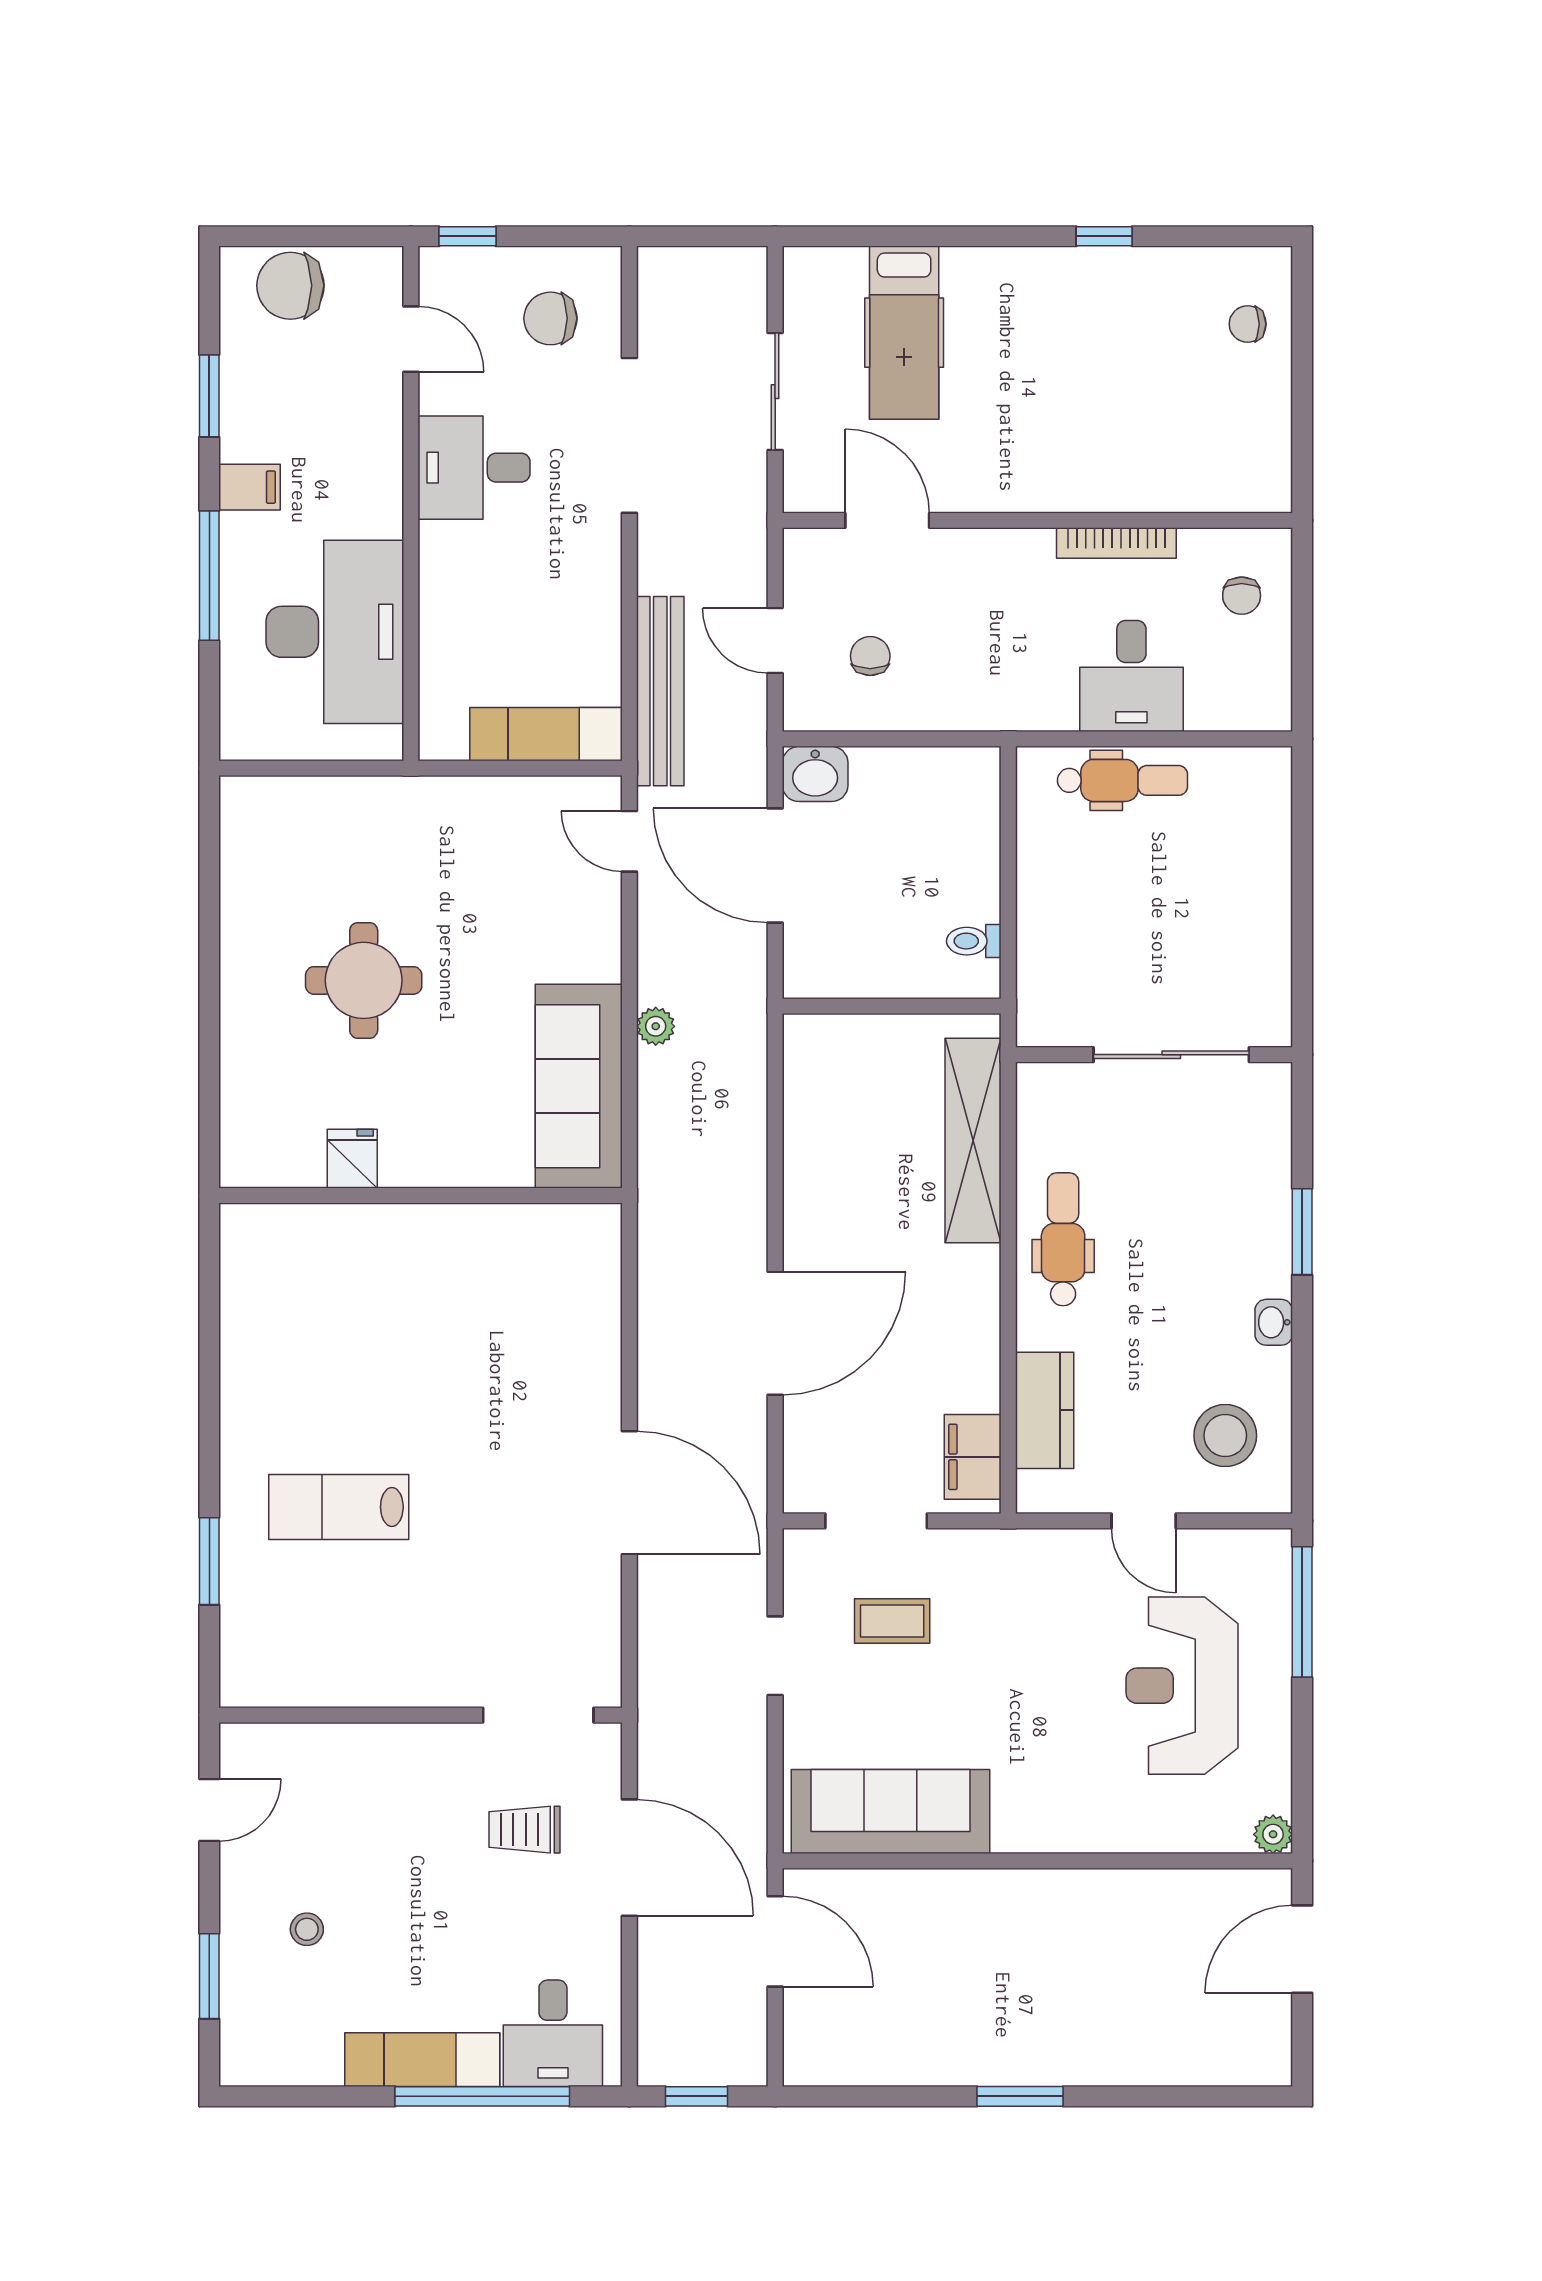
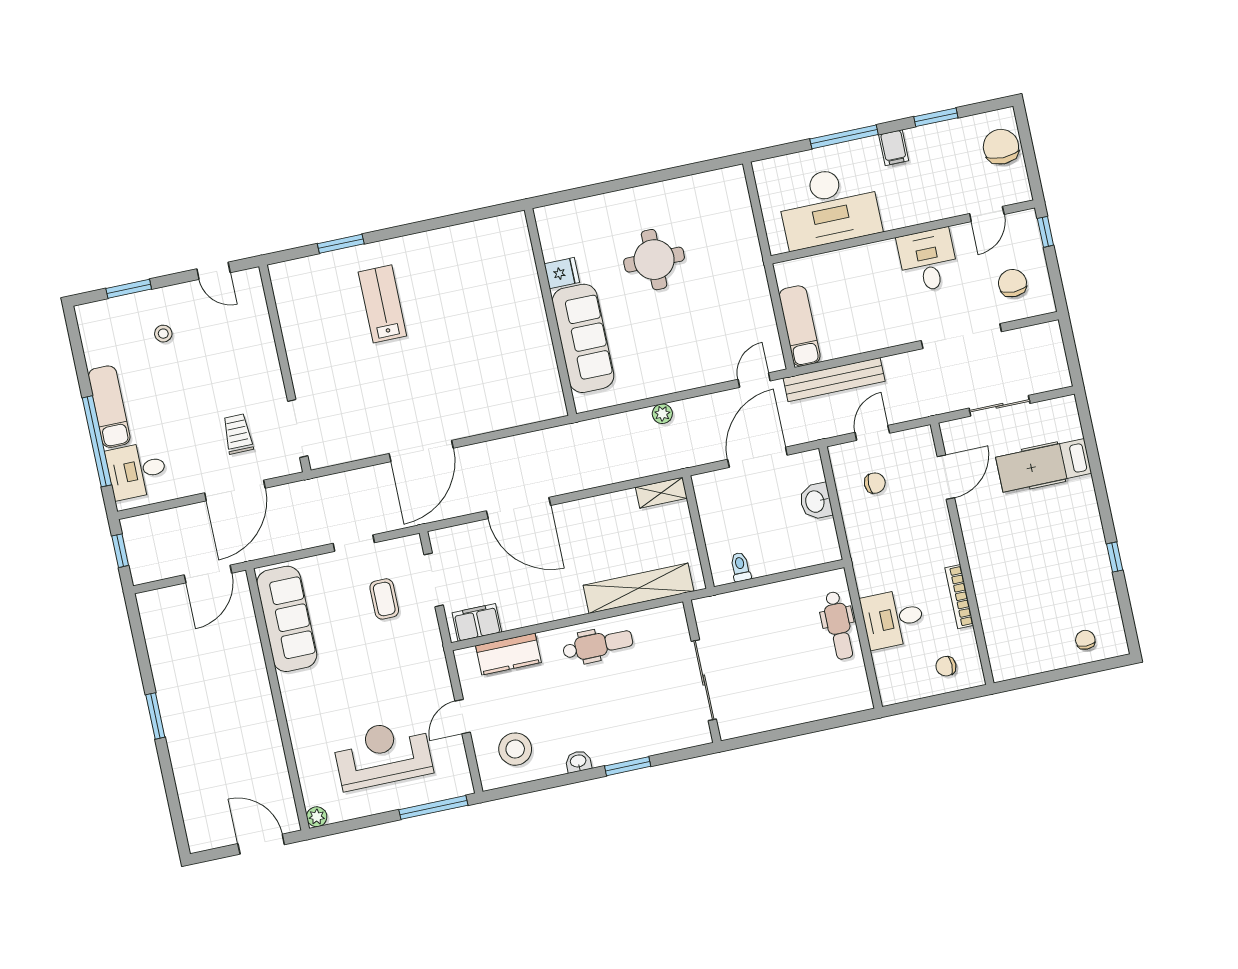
washbasin: (815, 774) -> (816, 501), moved
shelving: (803, 1060) -> (661, 493), added
sofa: (579, 1086) -> (583, 338), moved, turned 90

